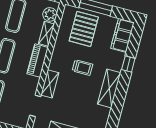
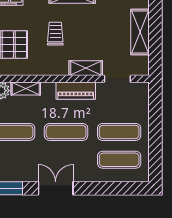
piano: (37, 61) -> (76, 91), moved

